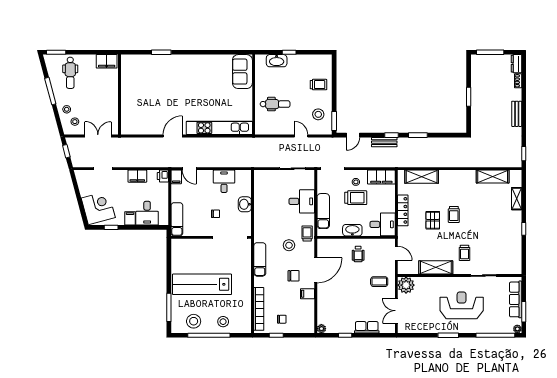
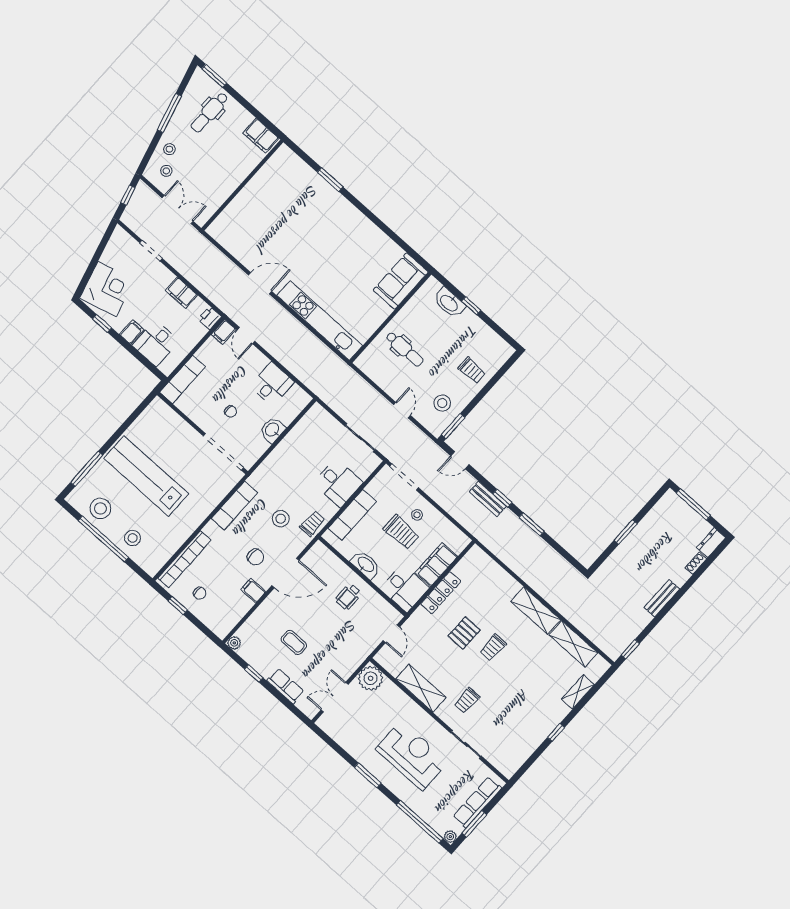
filing cabinet: (381, 177) -> (436, 565), moved, turned 90
shelving: (422, 177) -> (536, 611), moved
coffee table: (379, 282) -> (294, 642), moved

